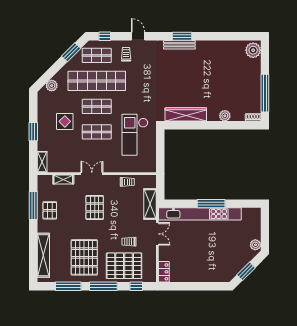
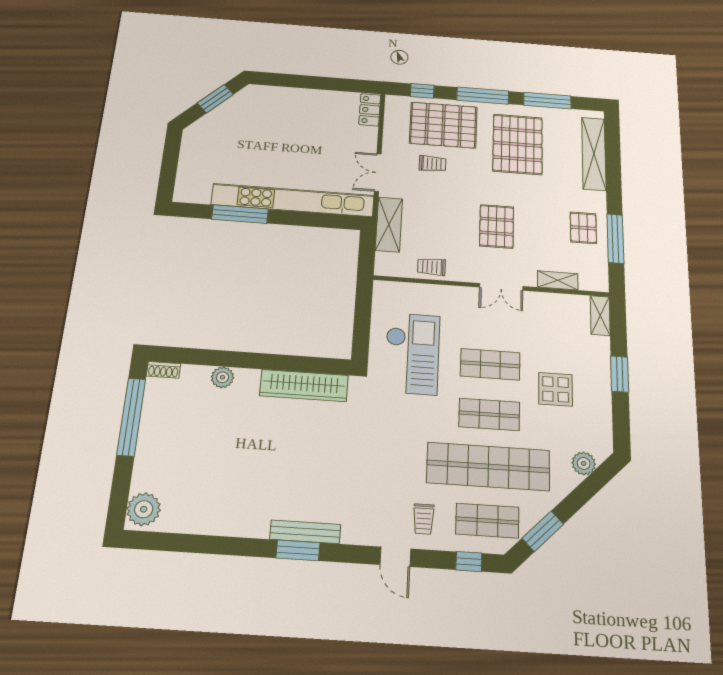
window: (211, 204) -> (240, 214), moved
plant: (255, 245) -> (191, 140), removed

